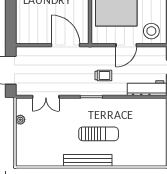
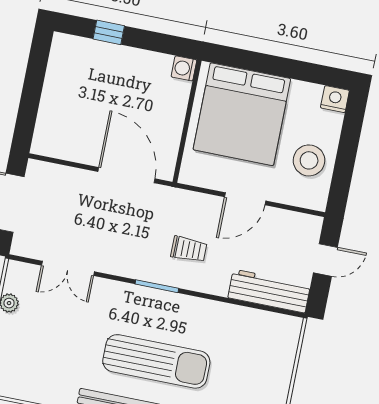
stool: (151, 31) -> (309, 160), moved
sun lounger: (99, 134) -> (156, 361), width x1.36, depth x1.34

